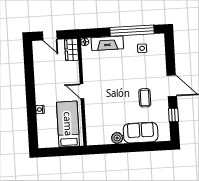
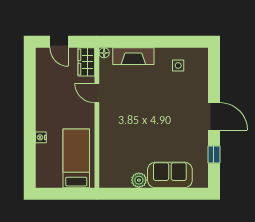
window: (132, 31) -> (166, 42), removed
door: (82, 91) -> (97, 93), moved
coffee table: (145, 98) -> (178, 130), removed

